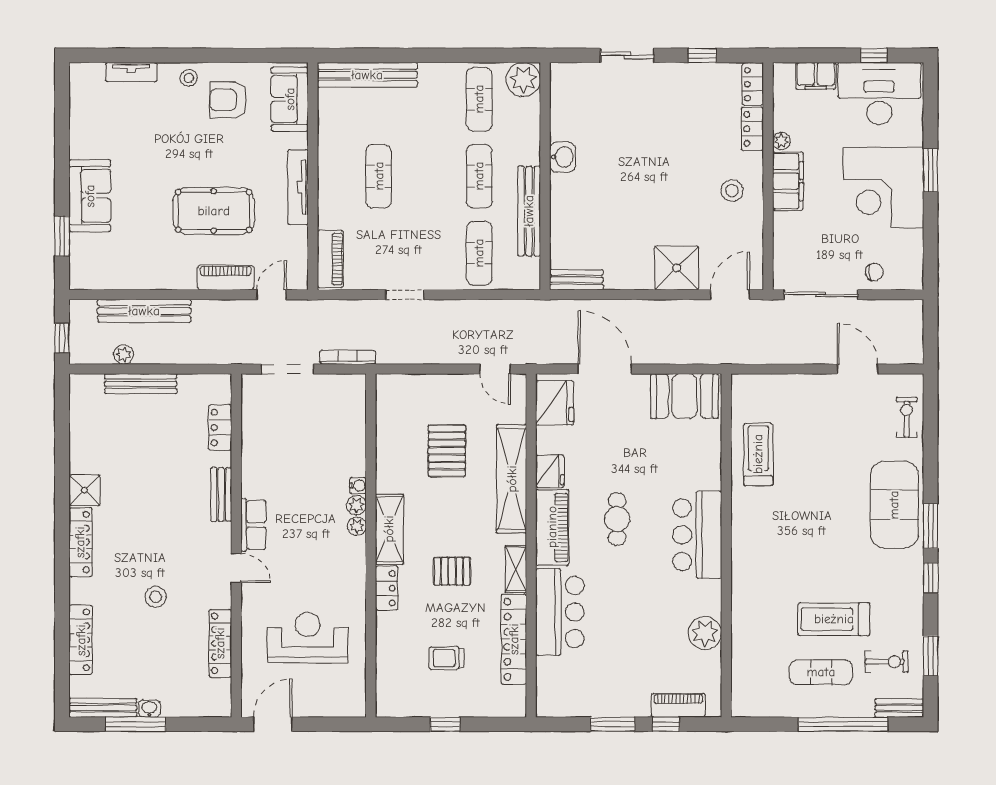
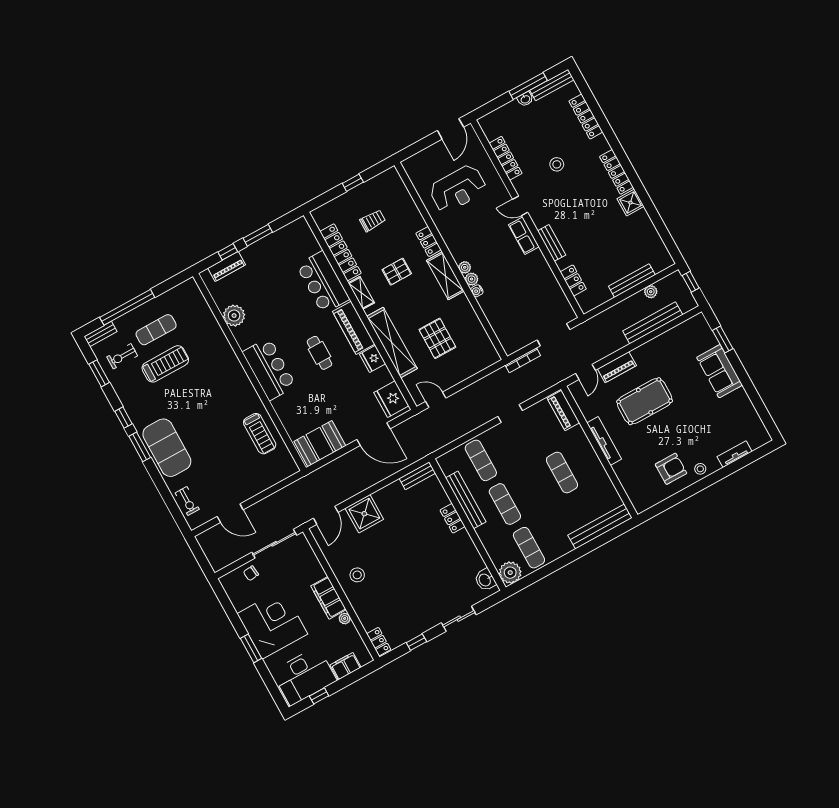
sofa: (290, 99) -> (636, 488), removed
locker: (752, 129) -> (453, 518), moved, turned 180
washbasin: (563, 157) -> (485, 580), moved

